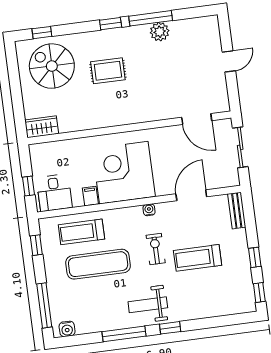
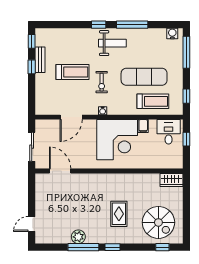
door: (229, 61) -> (32, 224), moved
rug: (108, 71) -> (119, 214), turned 90
bench: (237, 211) -> (40, 60), moved

